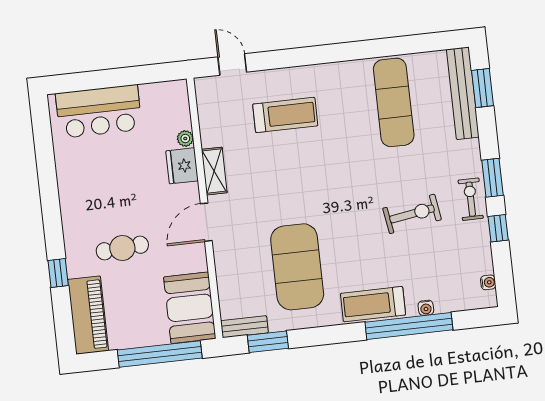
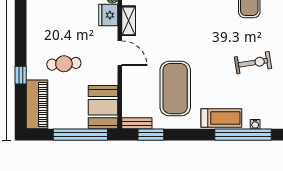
door: (206, 222) -> (120, 53), swing flipped
treadmill: (373, 304) -> (221, 118), turned 180

